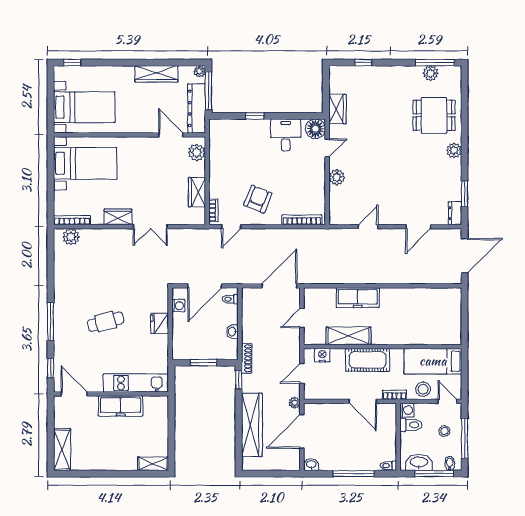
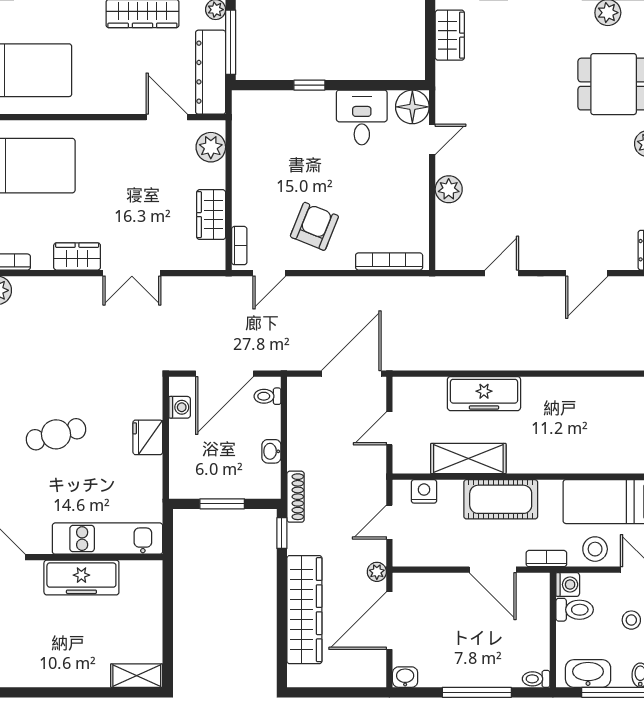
wardrobe: (337, 109) -> (450, 35), moved

